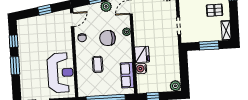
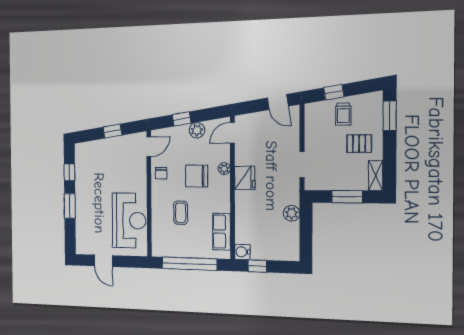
fridge: (142, 54) -> (245, 178), moved
water cooler: (141, 69) -> (242, 252), moved
plant: (175, 86) -> (292, 213), moved

